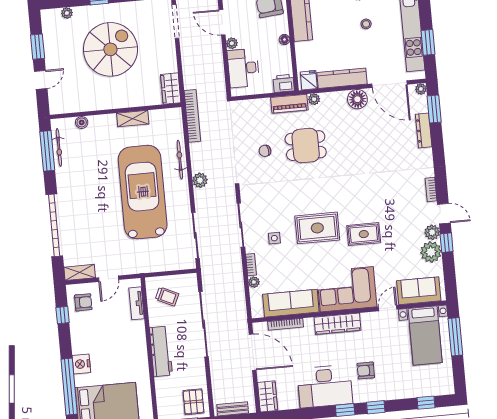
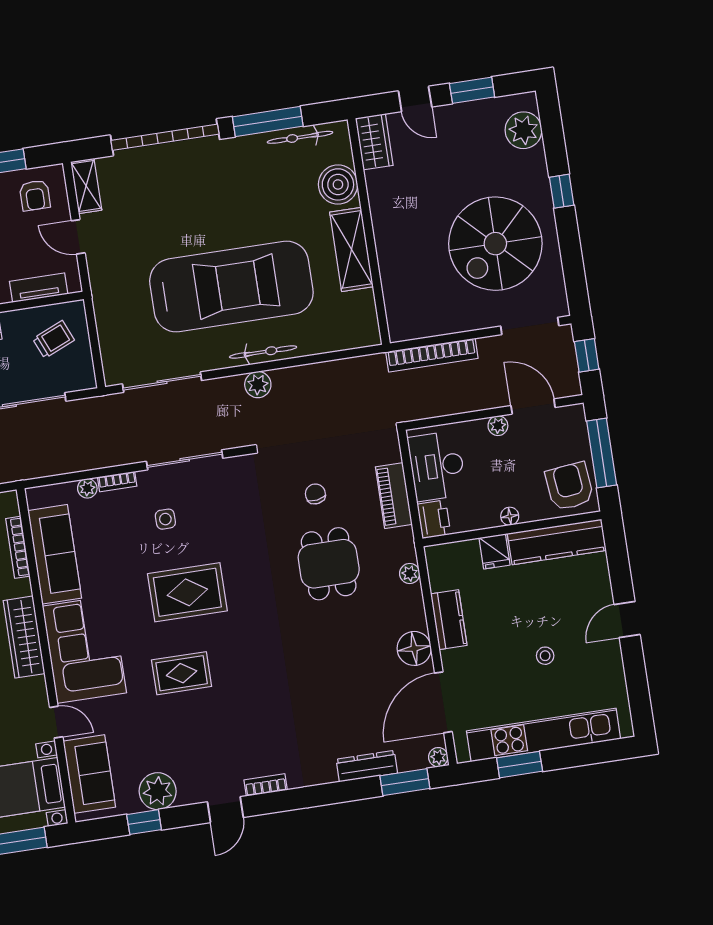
plant: (67, 13) -> (523, 130), width x1.87, depth x1.87
door: (222, 22) -> (533, 407), hinge flipped
spiral stairs: (110, 49) -> (495, 244), moved, turned 90
desk: (243, 68) -> (437, 466), moved, turned -90
kitchen counter: (342, 78) -> (449, 620), width x0.67
fridge: (309, 80) -> (494, 551), moved, turned 90
wardrobe: (171, 89) -> (374, 142), moved, turned 90
piano: (289, 104) -> (394, 496), moved
bookcase: (192, 116) -> (432, 355), moved
shelving: (133, 119) -> (351, 249), width x1.50, depth x1.33
boiler: (82, 122) -> (338, 184), width x1.86, depth x1.86
window: (47, 151) -> (268, 121), moved
bicycle: (180, 160) -> (263, 352), moved
rug: (317, 228) -> (187, 592), turned 90
plant: (432, 232) -> (192, 791), removed
rug: (364, 234) -> (182, 673), turned 90
window: (447, 243) -> (144, 822), moved
trolley: (167, 296) -> (54, 339), turned -138

